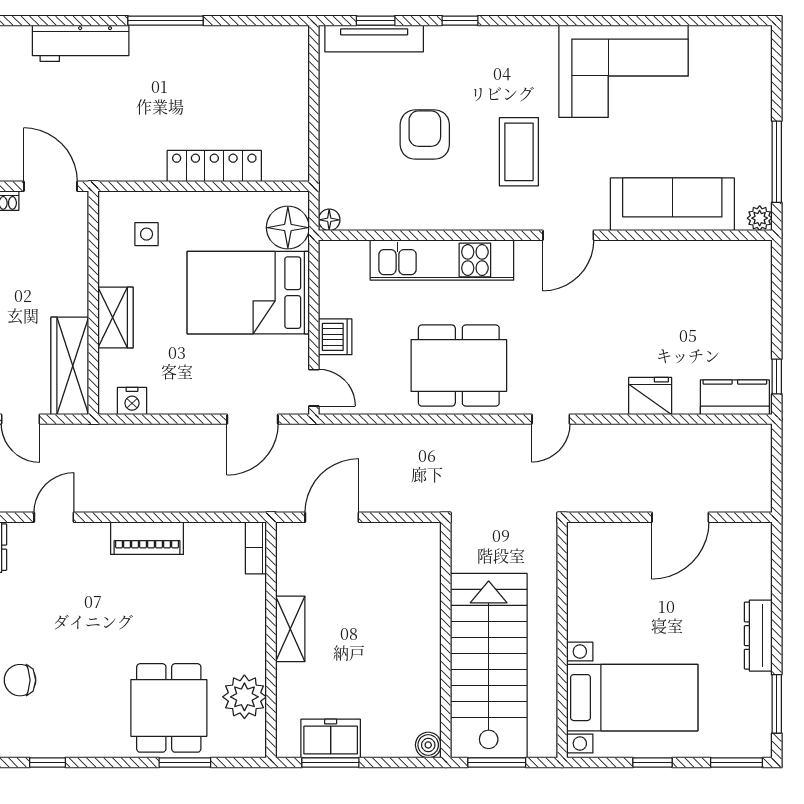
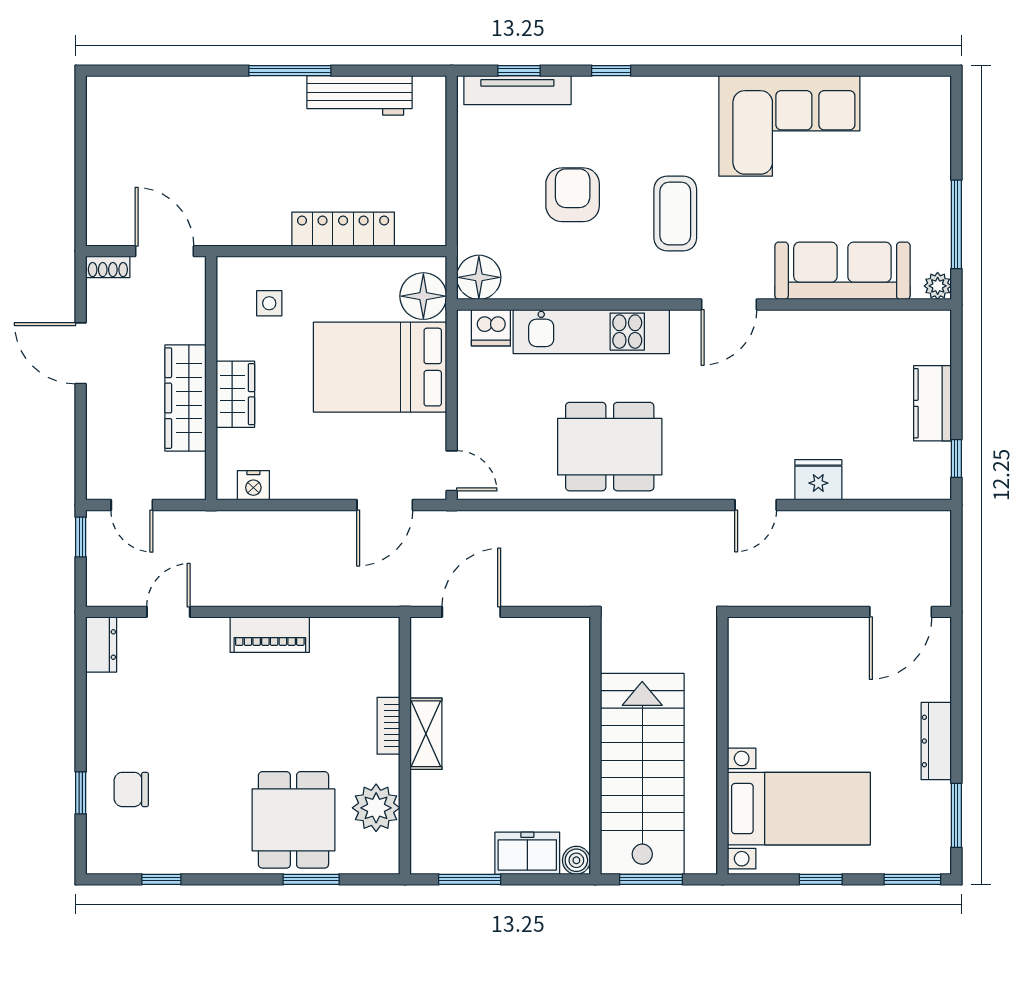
workbench: (81, 43) -> (360, 95), moved
floor lamp: (329, 220) -> (479, 277), width x1.89, depth x1.89
dishwasher: (335, 337) -> (491, 328), moved, turned 90
wardrobe: (70, 366) -> (185, 398), moved
kitchen counter: (735, 397) -> (932, 403), moved, turned -90
door: (551, 419) -> (756, 505), moved
door: (680, 517) -> (901, 612), moved
bookcase: (256, 548) -> (388, 726), moved
freezer: (331, 739) -> (527, 853), moved

